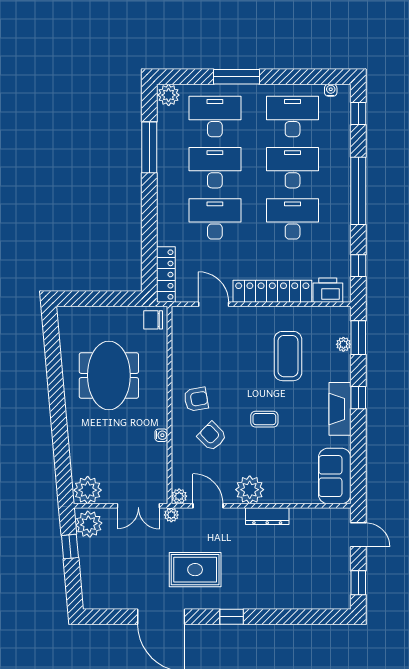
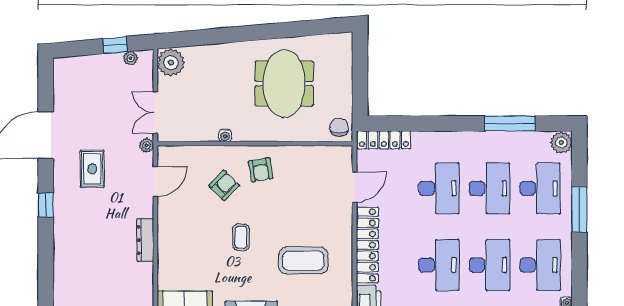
meeting table: (109, 375) -> (284, 84), turned 90
plant: (250, 490) -> (171, 223), removed
plant: (179, 496) -> (165, 153), removed
plant: (89, 524) -> (131, 58), width x0.53, depth x0.53
rug: (195, 570) -> (92, 169), width x0.73, depth x0.70

